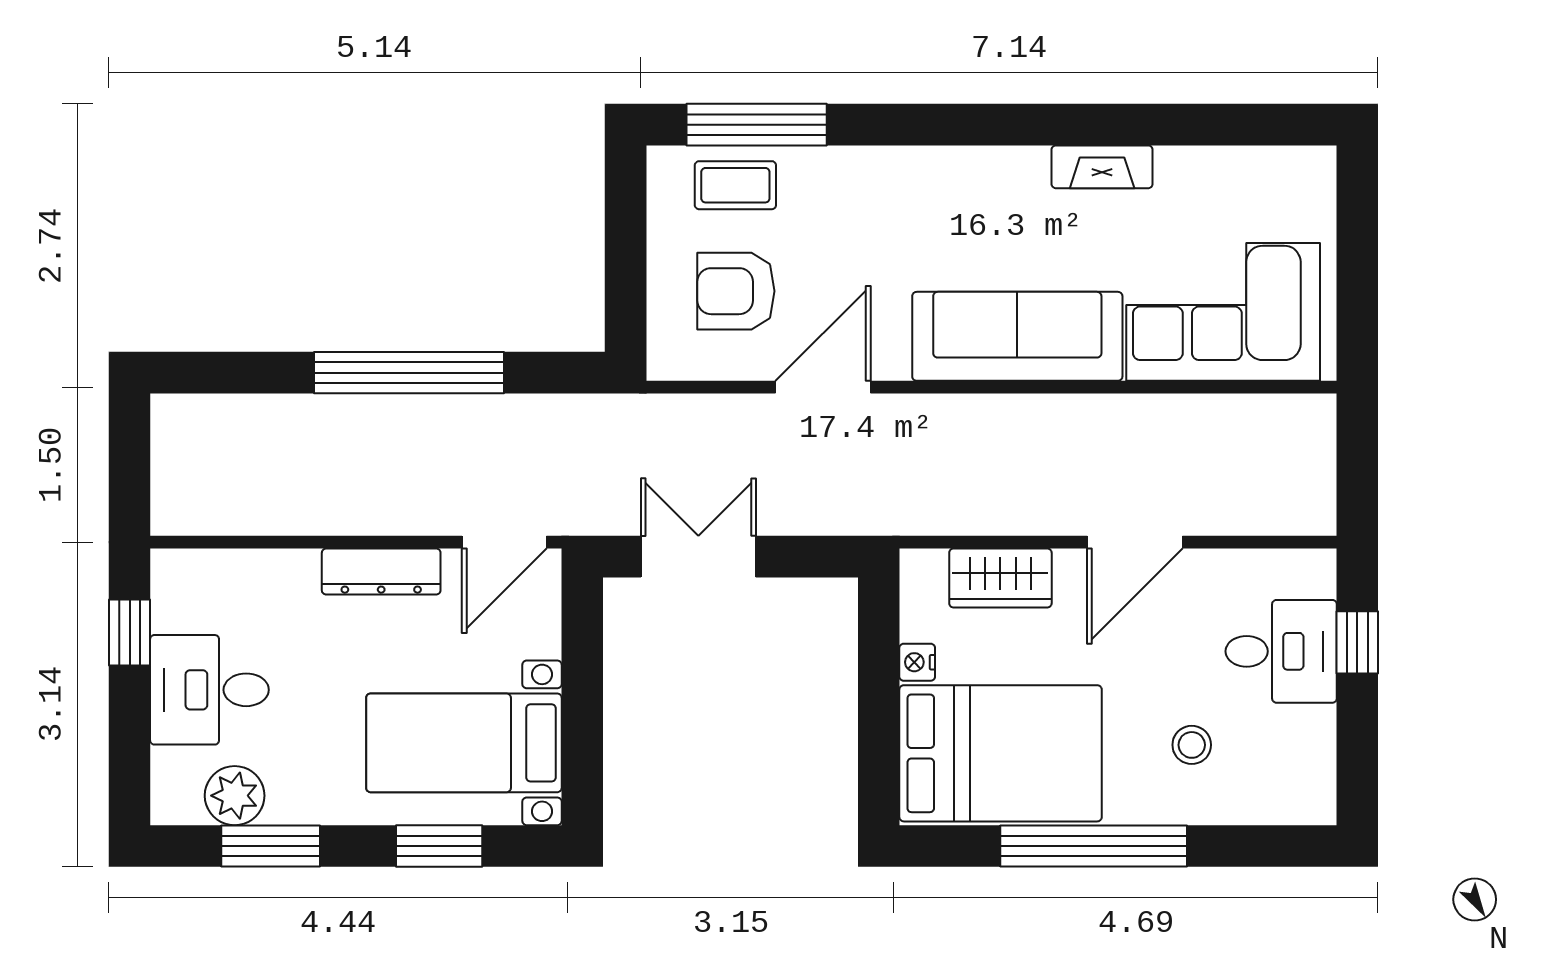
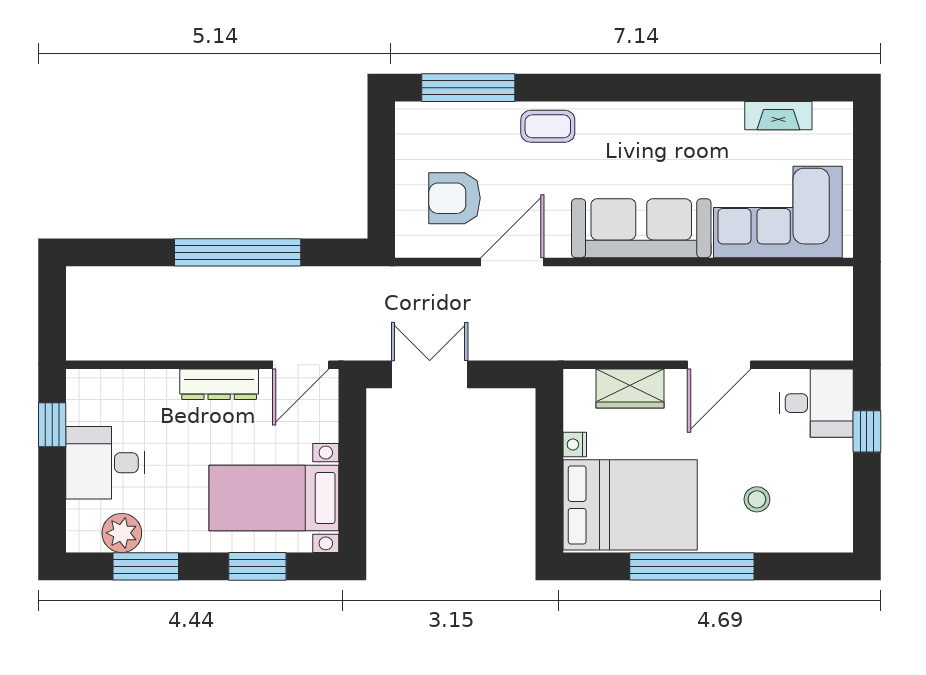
fireplace: (1102, 167) -> (778, 116), moved
coffee table: (735, 185) -> (548, 126), moved
desk: (1281, 651) -> (816, 403), moved

